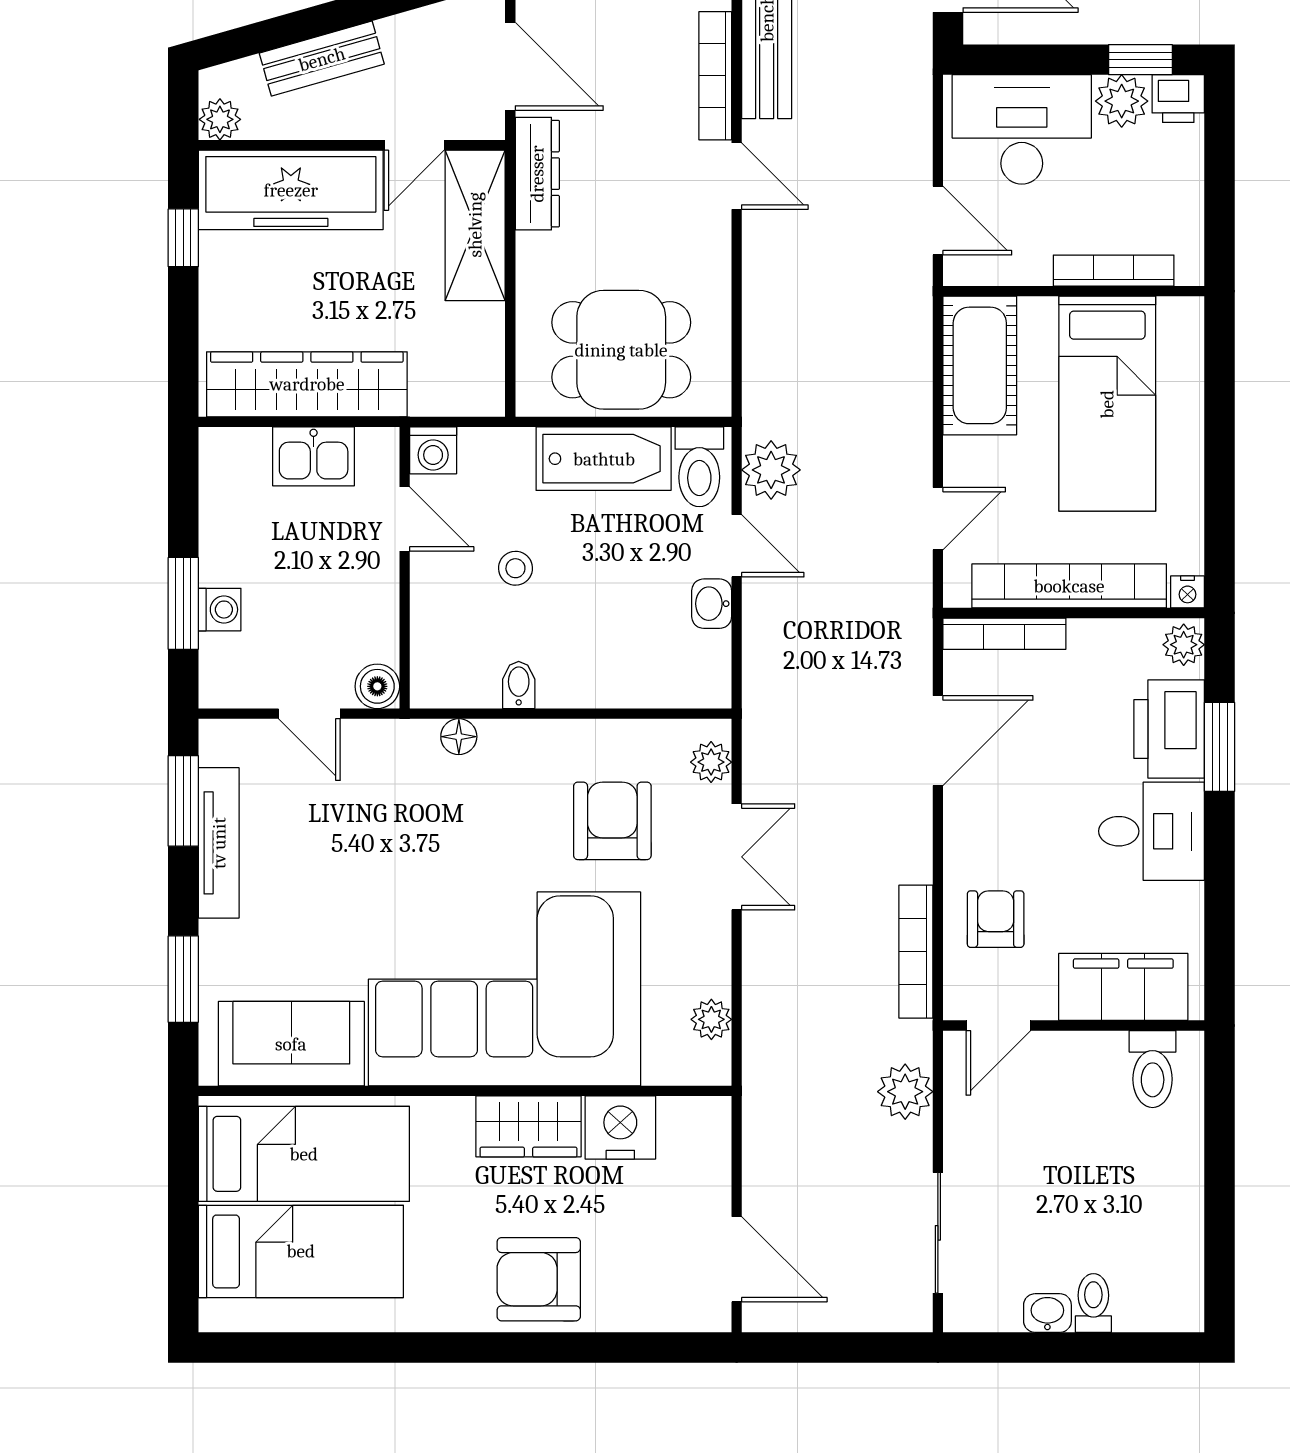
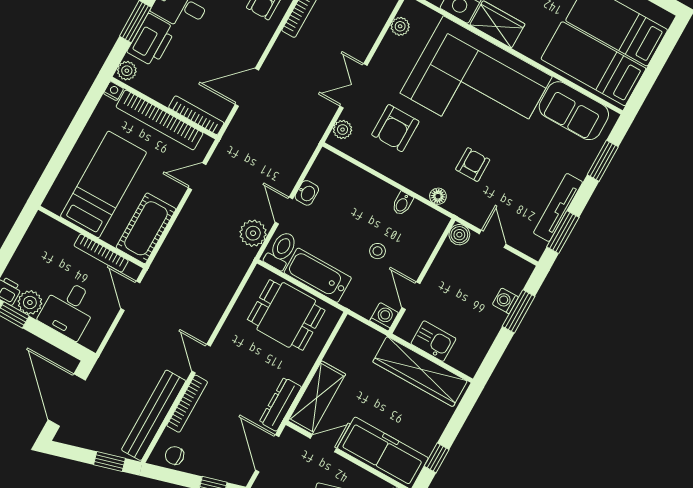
desk: (1022, 129) -> (69, 309), width x0.73
bookcase: (1114, 271) -> (101, 253), moved
armchair: (426, 834) -> (473, 165), added

